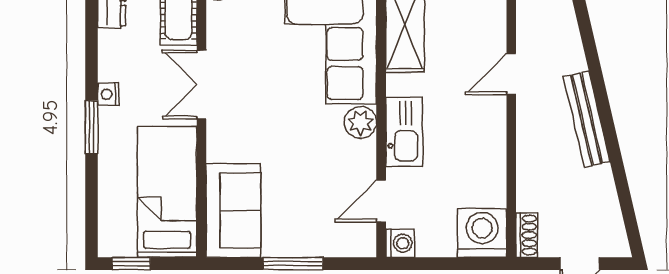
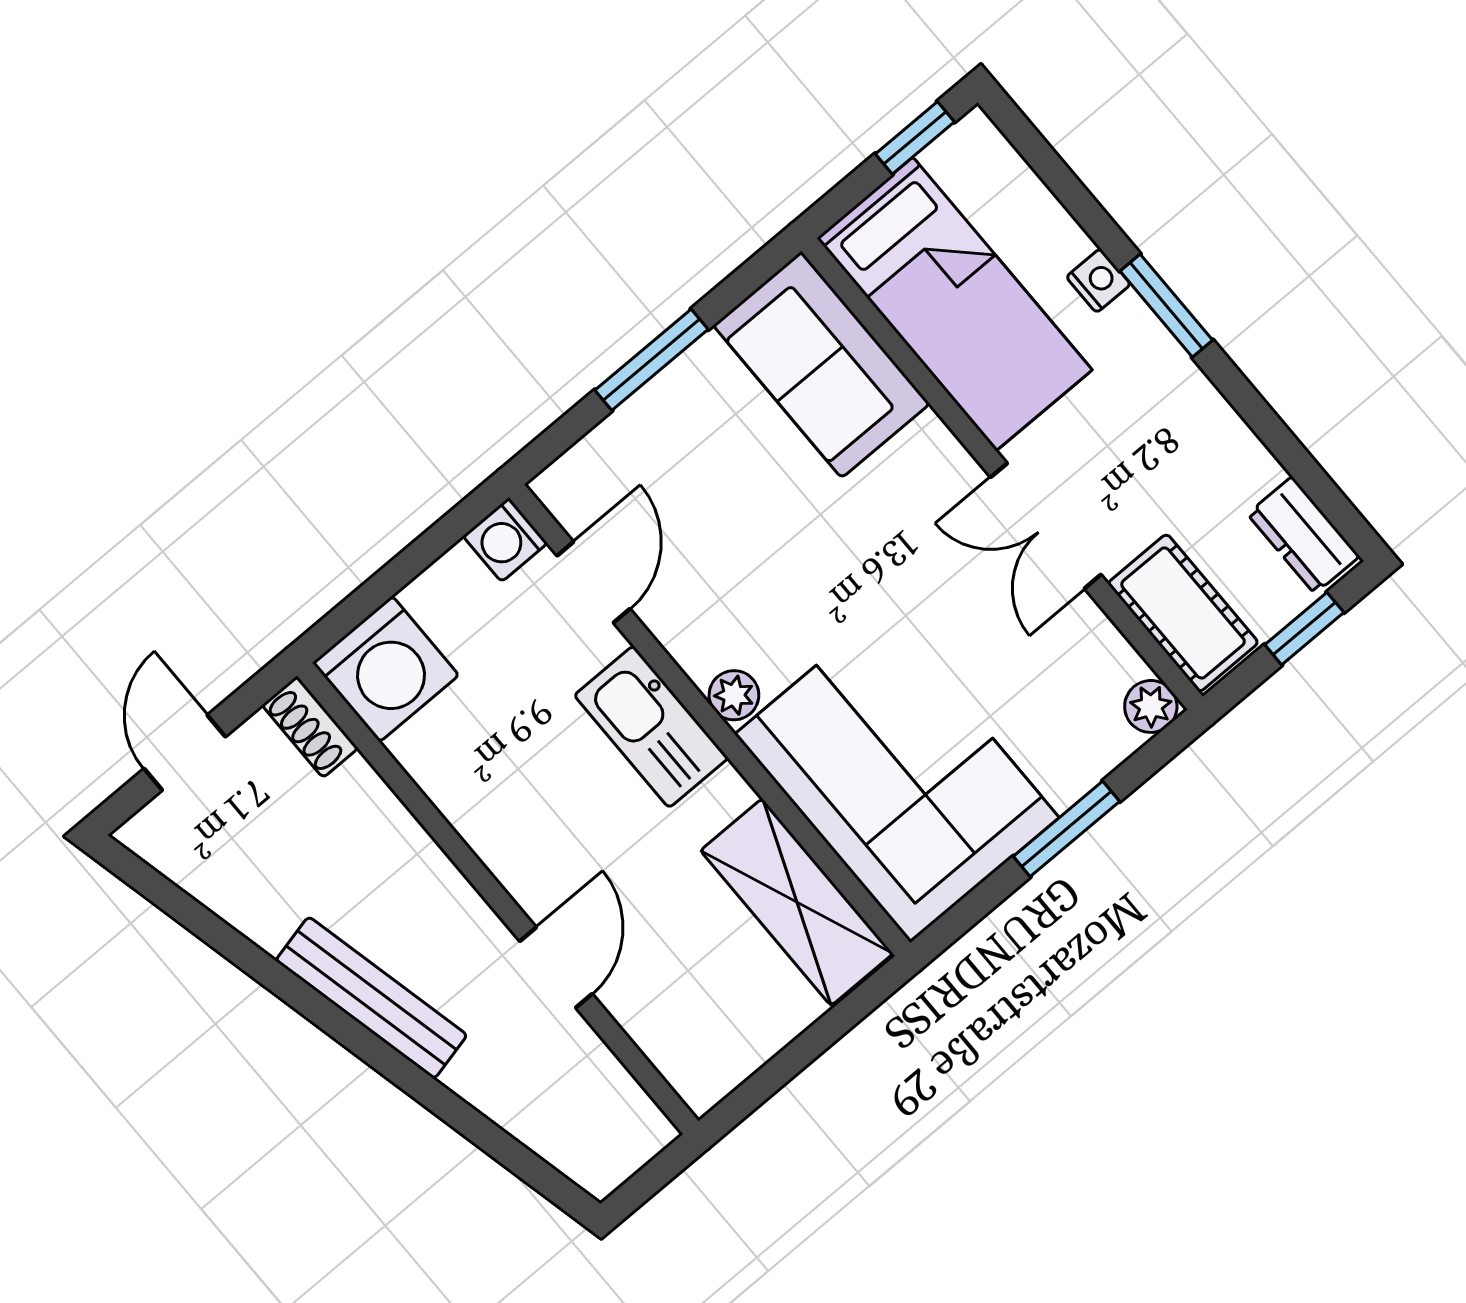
double door: (201, 85) -> (1046, 526), swing flipped
nightstand: (108, 94) -> (1098, 281), moved
plant: (360, 122) -> (734, 695), width x0.73, depth x0.73

